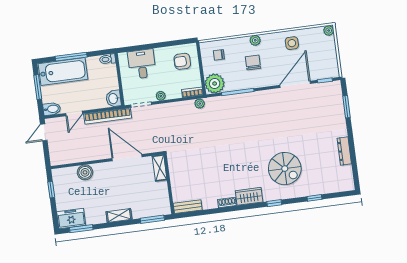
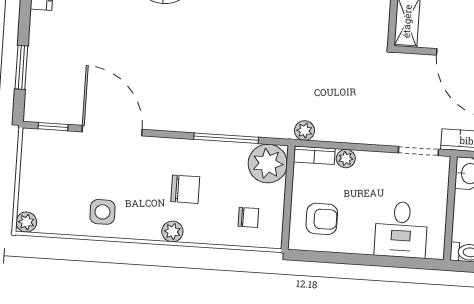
chair: (253, 63) -> (185, 189), turned -90
door: (295, 84) -> (112, 131), swing flipped
plant: (161, 96) -> (346, 159), moved

